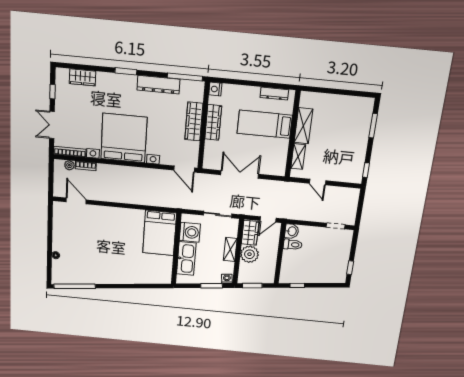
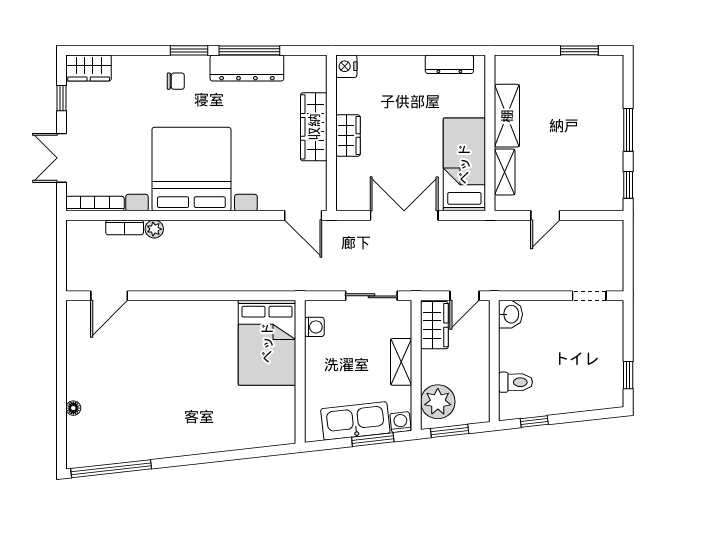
wardrobe: (83, 77) -> (89, 68), moved
window: (185, 77) -> (249, 50), moved
chair: (118, 88) -> (176, 81), added
window: (350, 93) -> (579, 50), added
wardrobe: (213, 122) -> (348, 136), width x0.67
bed: (265, 124) -> (464, 164), moved, turned 90
window: (373, 126) -> (628, 130), moved
plant: (69, 165) -> (154, 229), moved
door: (318, 182) -> (545, 215), hinge flipped
door: (76, 201) -> (109, 296), swing flipped
washing machine: (190, 232) -> (314, 327), width x0.53, depth x0.53
toilet: (293, 245) -> (516, 382), moved
plant: (249, 254) -> (438, 402), moved
kitchen sink: (186, 259) -> (355, 421), moved, turned -96

